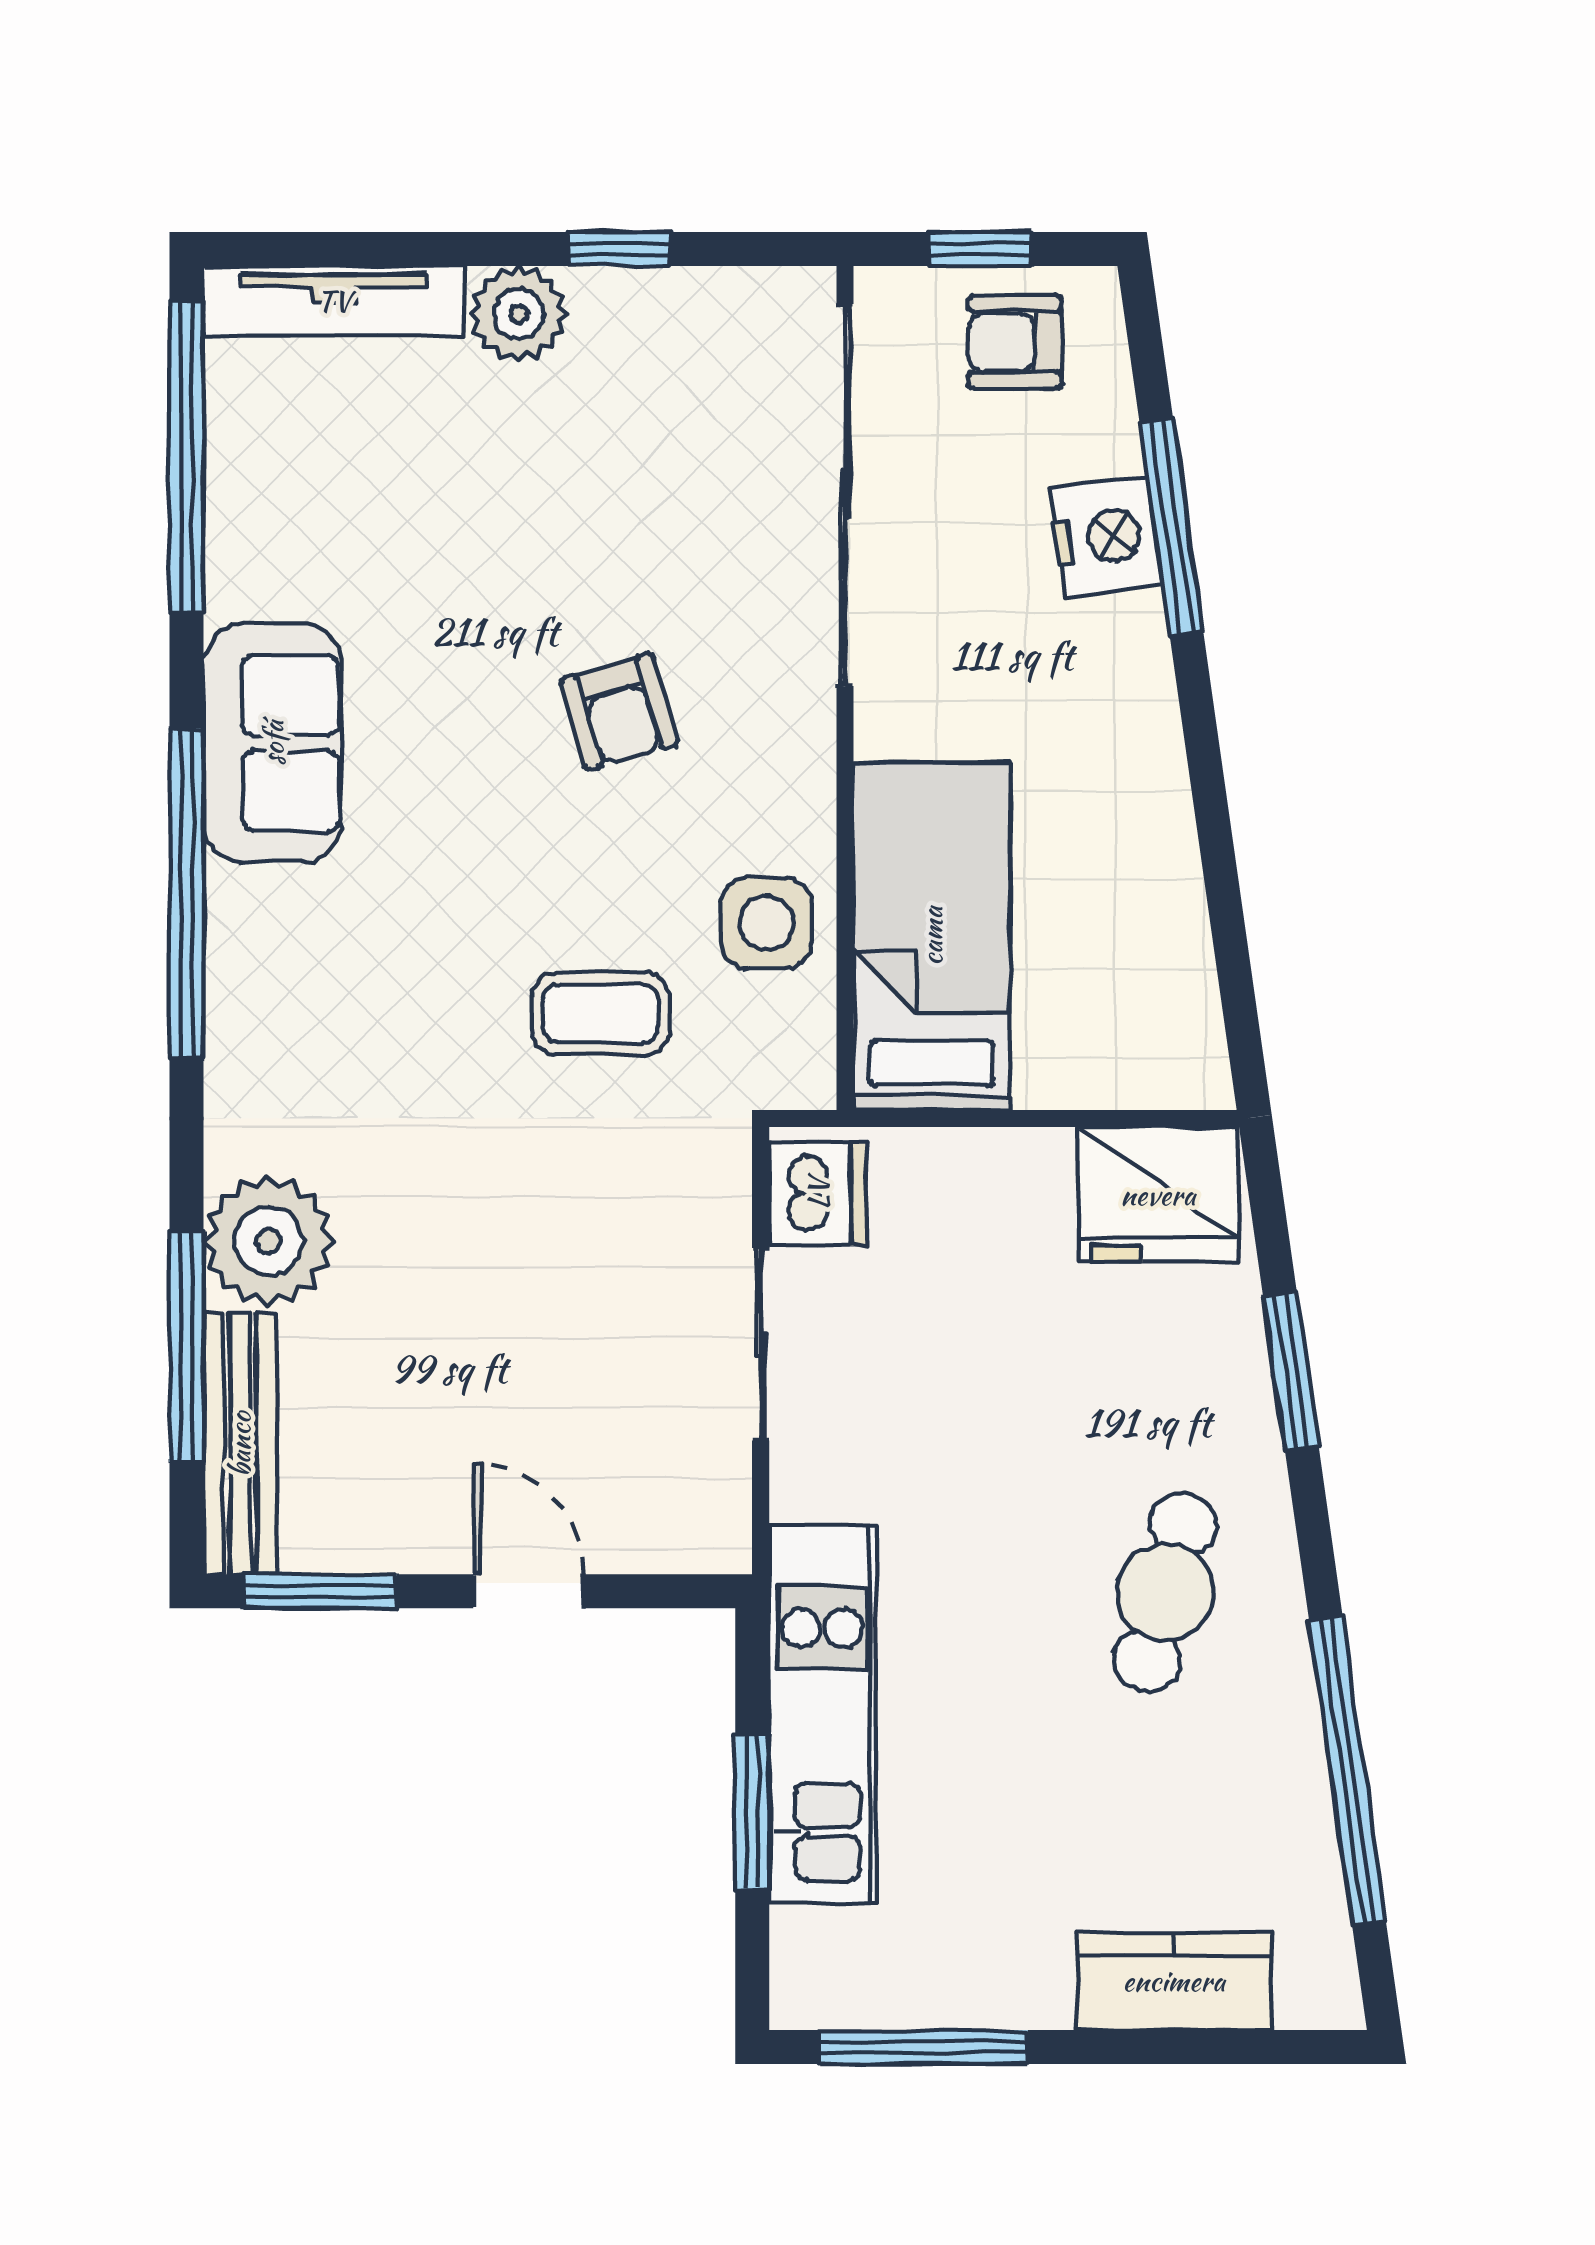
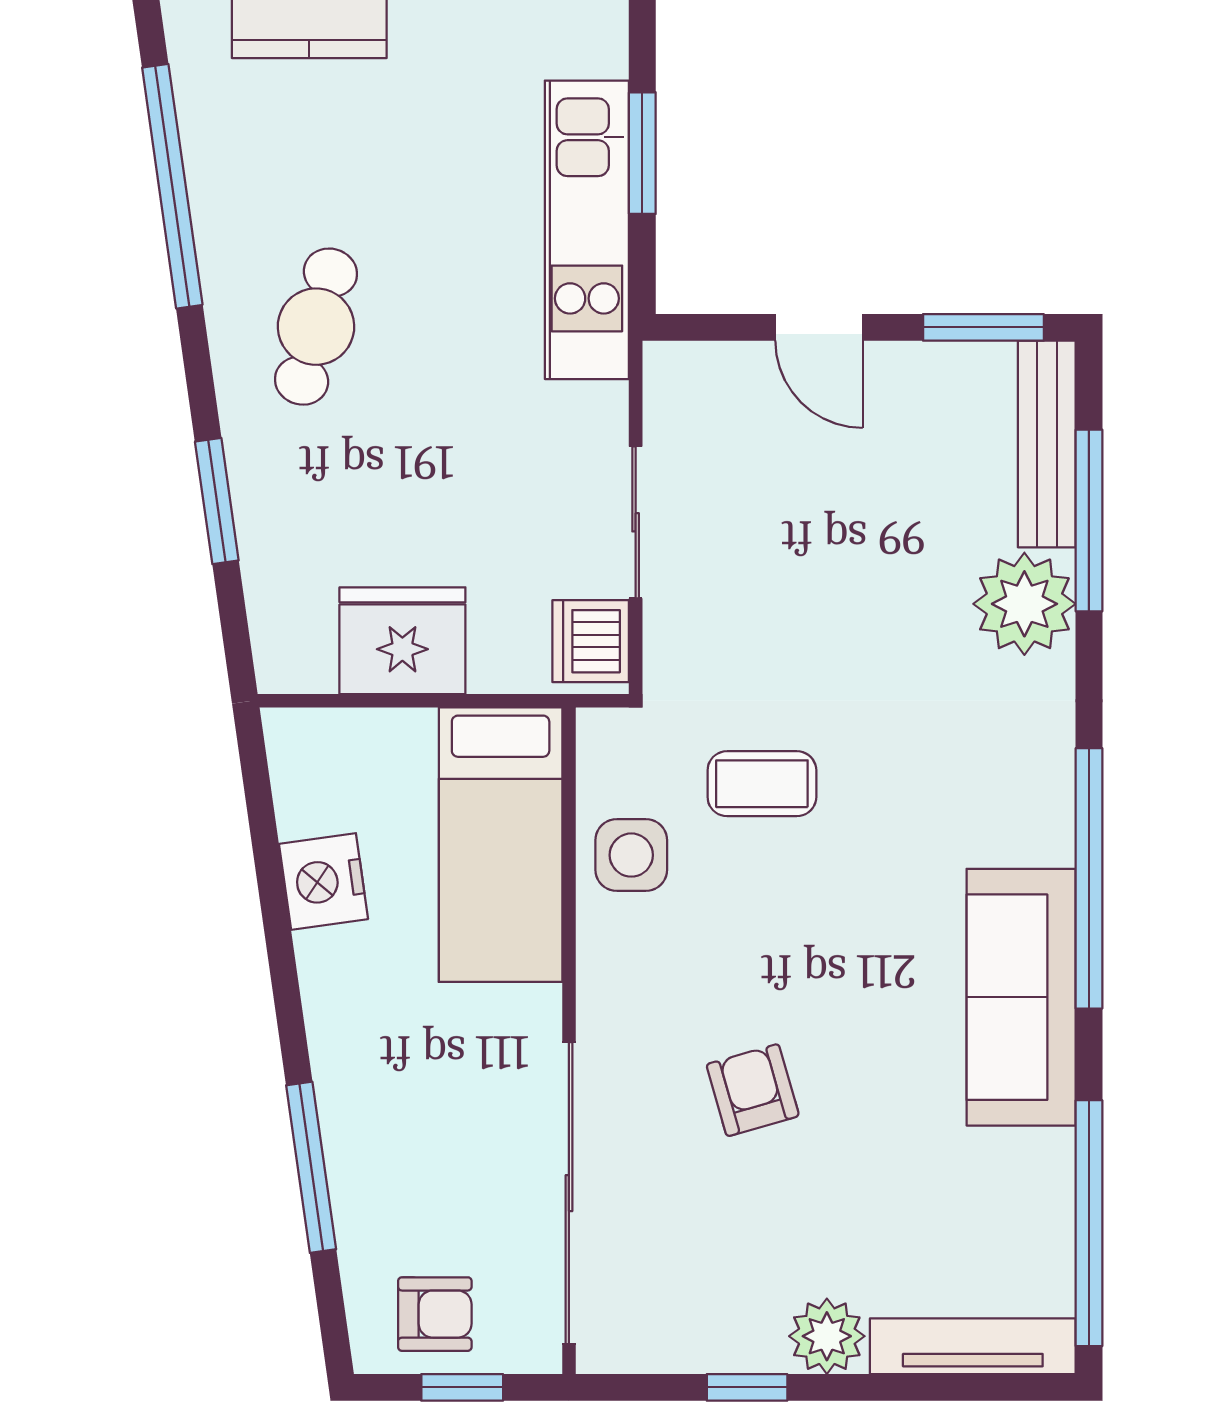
nightstand: (1106, 537) -> (323, 882), moved
armchair: (619, 712) -> (753, 1090), moved
sofa: (273, 743) -> (1021, 997), width x1.36
fridge: (1158, 1195) -> (402, 641), moved

